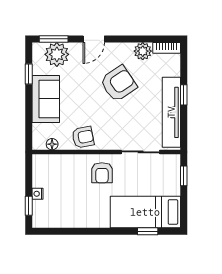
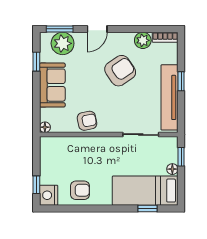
floor lamp: (52, 144) -> (45, 127), moved
armchair: (102, 173) -> (80, 190), moved, turned -90
floor lamp: (174, 189) -> (172, 169), added
nightstand: (38, 194) -> (49, 195), moved, width x1.89, depth x1.79

